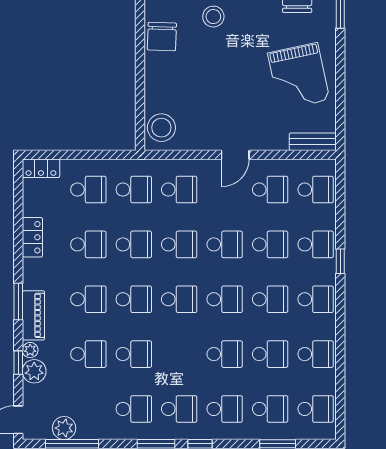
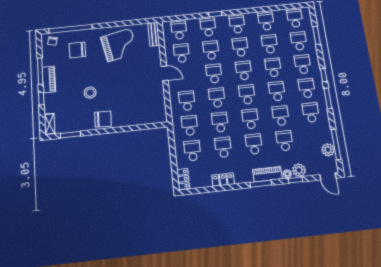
stool: (161, 128) -> (154, 114), removed
school desk: (179, 354) -> (277, 91), added

